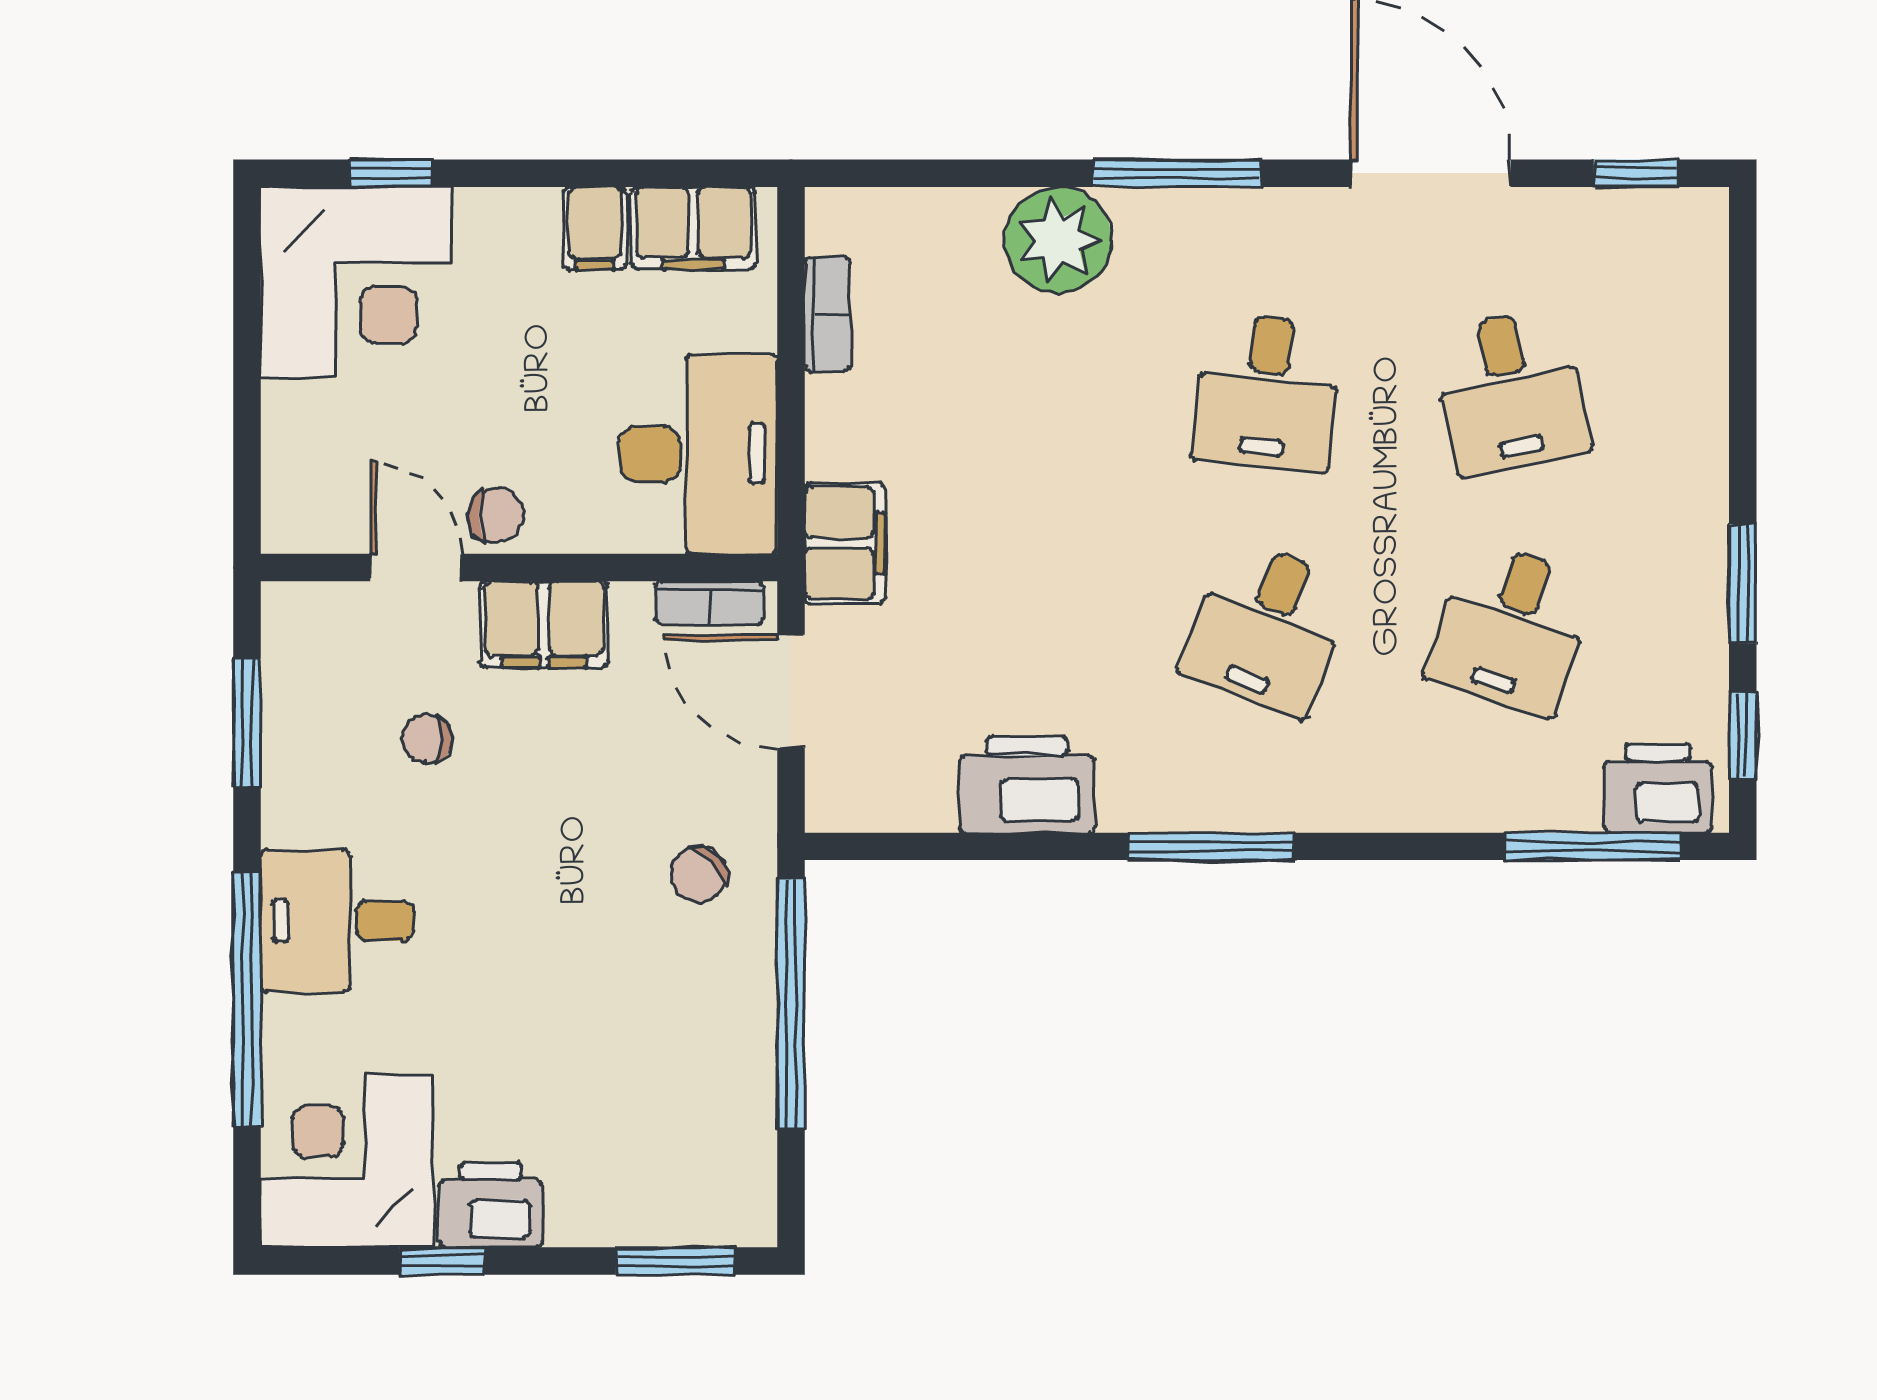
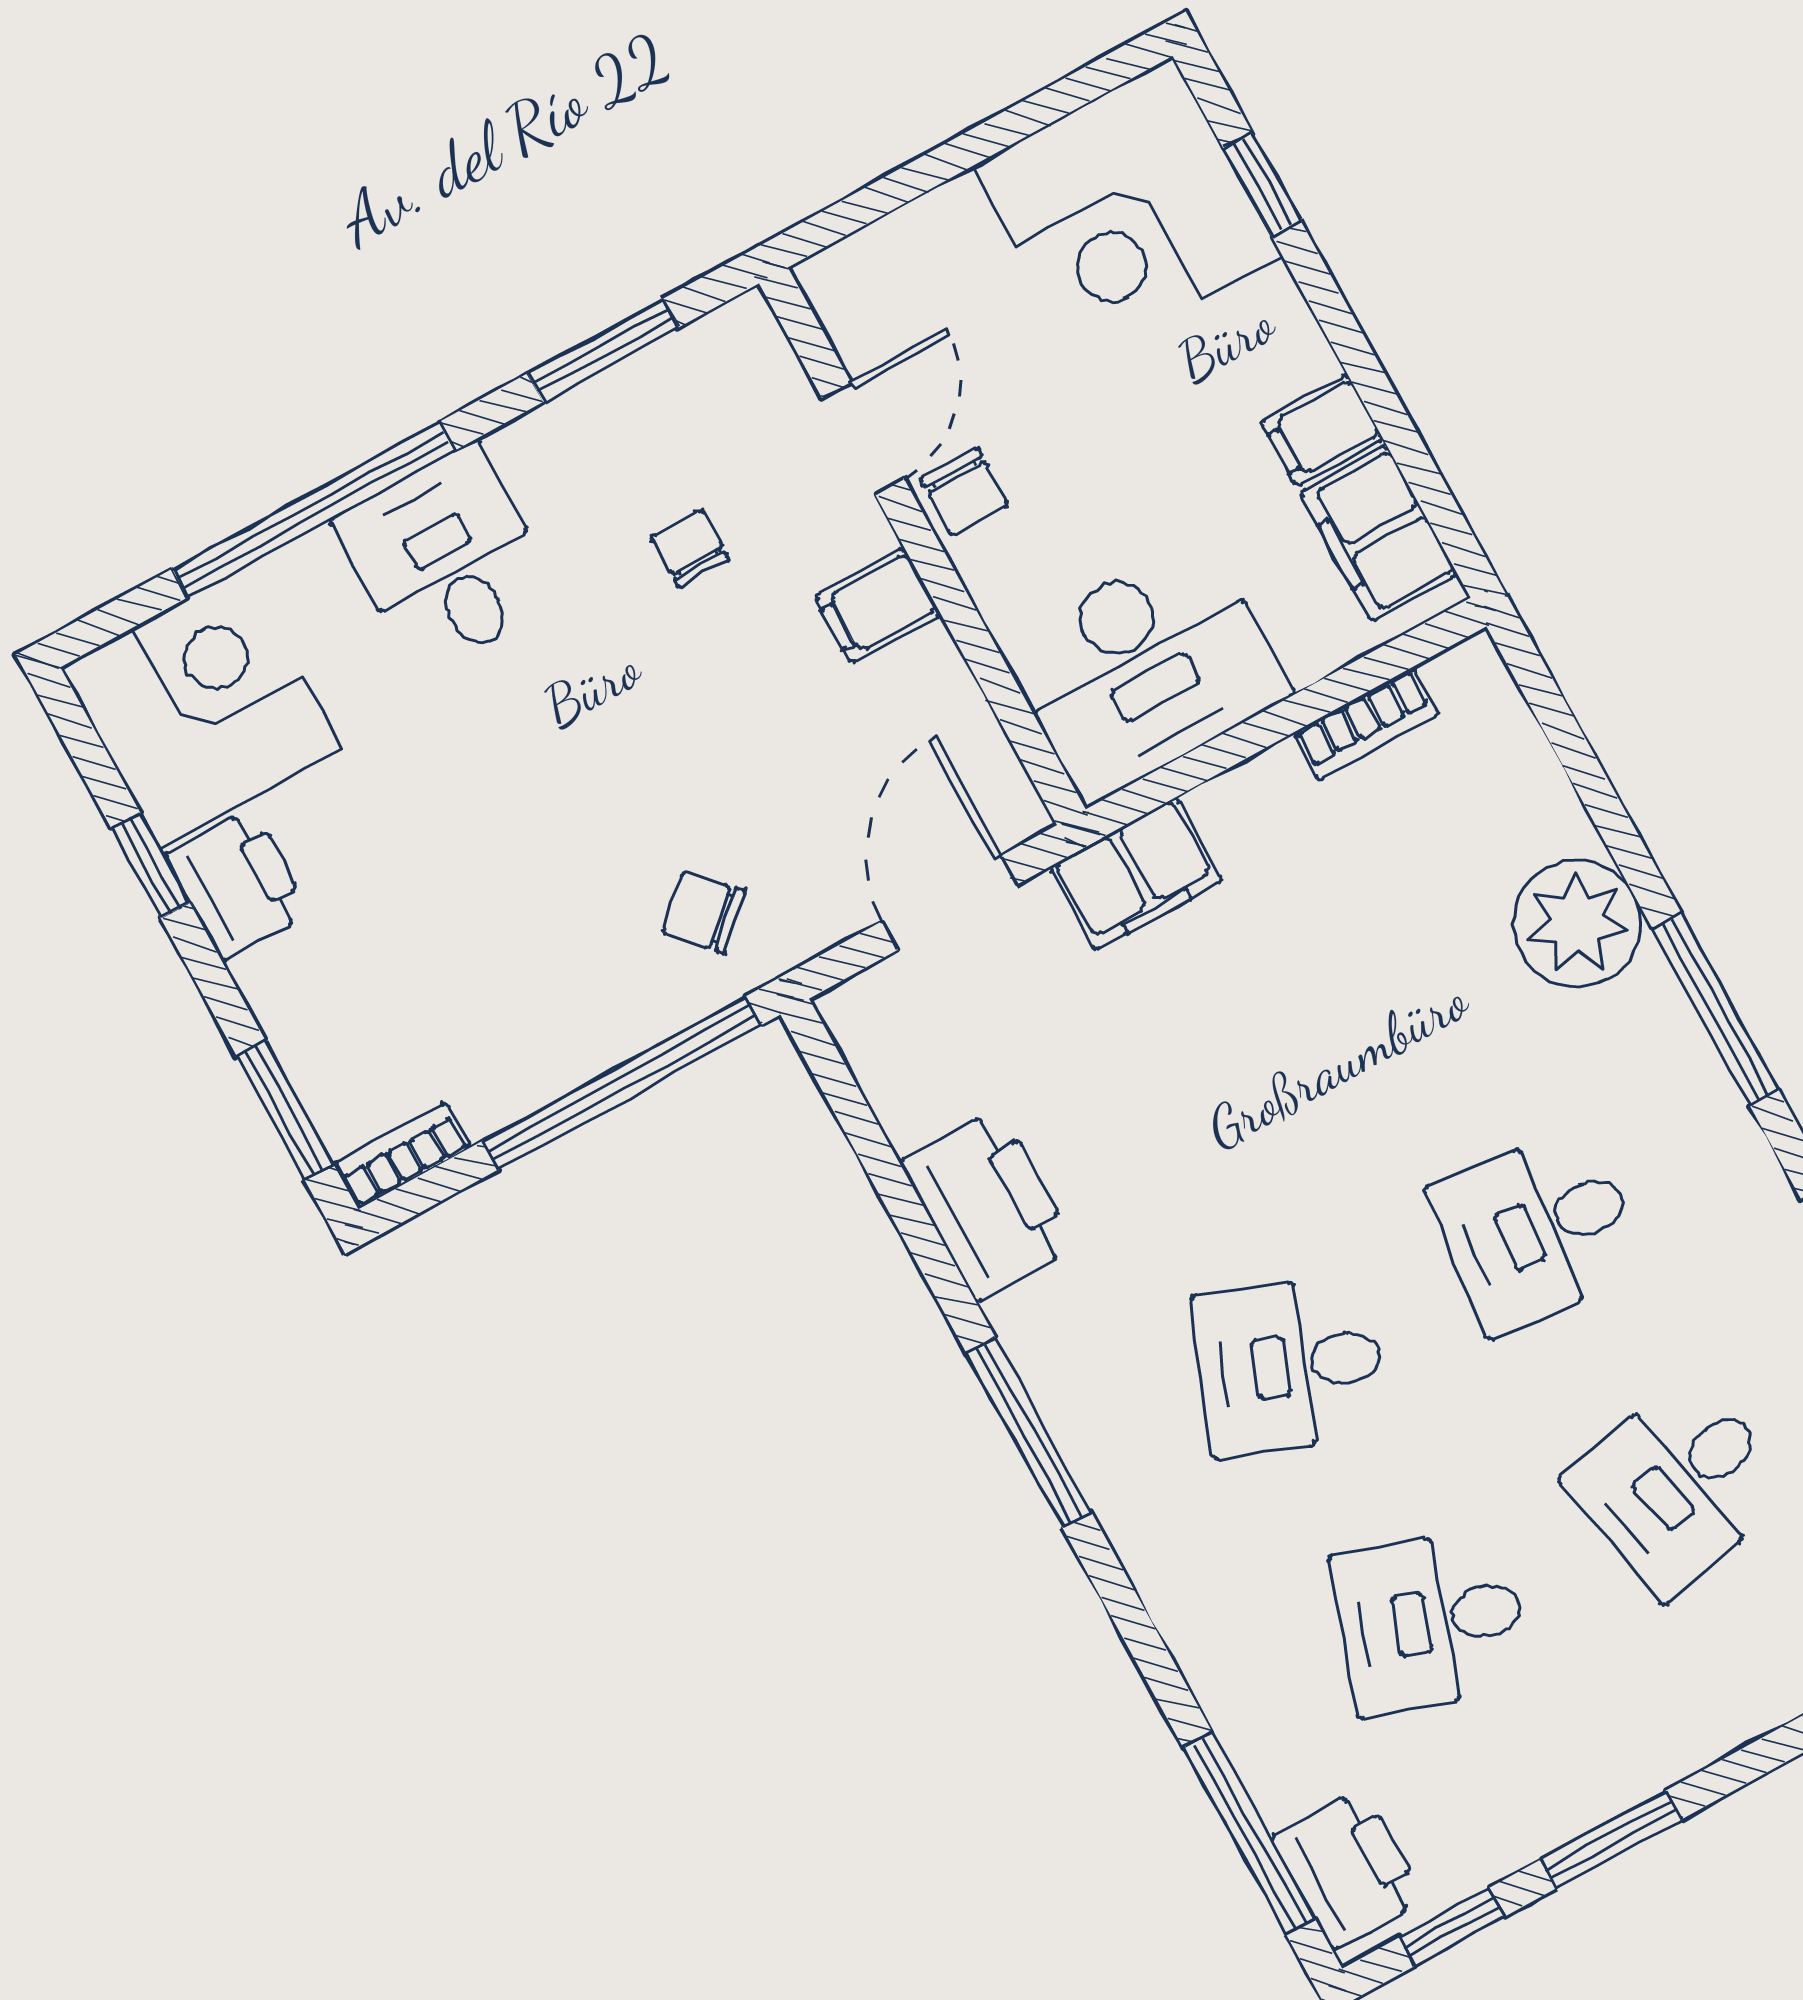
bookcase: (709, 603) -> (402, 1156), moved, turned 90
filing cabinet: (544, 624) -> (878, 605), width x0.50

